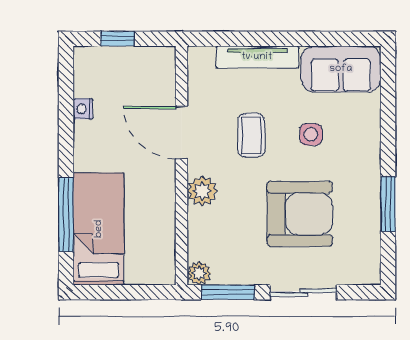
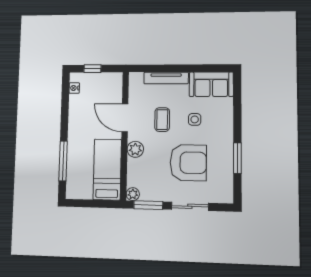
nightstand: (83, 109) -> (74, 88), moved
bed: (99, 229) -> (107, 169), moved

